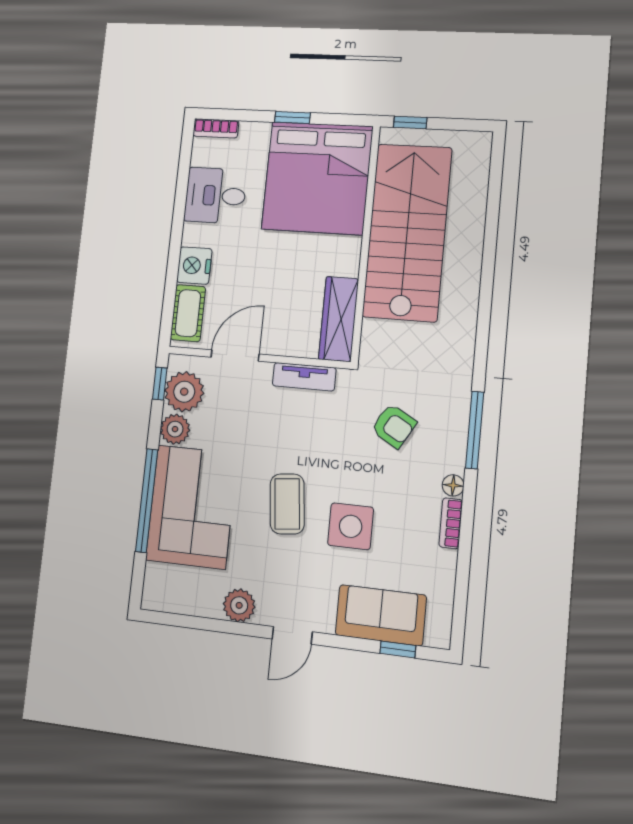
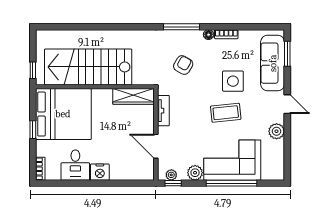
nightstand: (194, 265) -> (100, 172), moved
cot: (188, 313) -> (136, 173), removed
plant: (184, 392) -> (171, 175), width x0.53, depth x0.53
sofa: (381, 615) -> (273, 63), width x1.36
window: (398, 649) -> (287, 54), width x1.50

